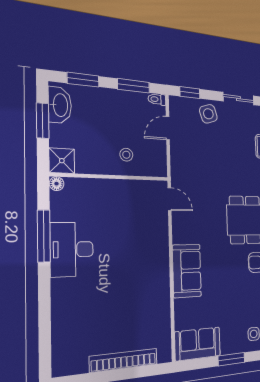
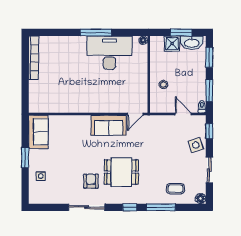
shower: (62, 161) -> (172, 44), moved
window: (44, 236) -> (96, 32), moved
desk: (72, 249) -> (109, 53), width x1.36, depth x1.30
sofa: (187, 271) -> (109, 125), moved
bookcase: (124, 360) -> (34, 58), moved

